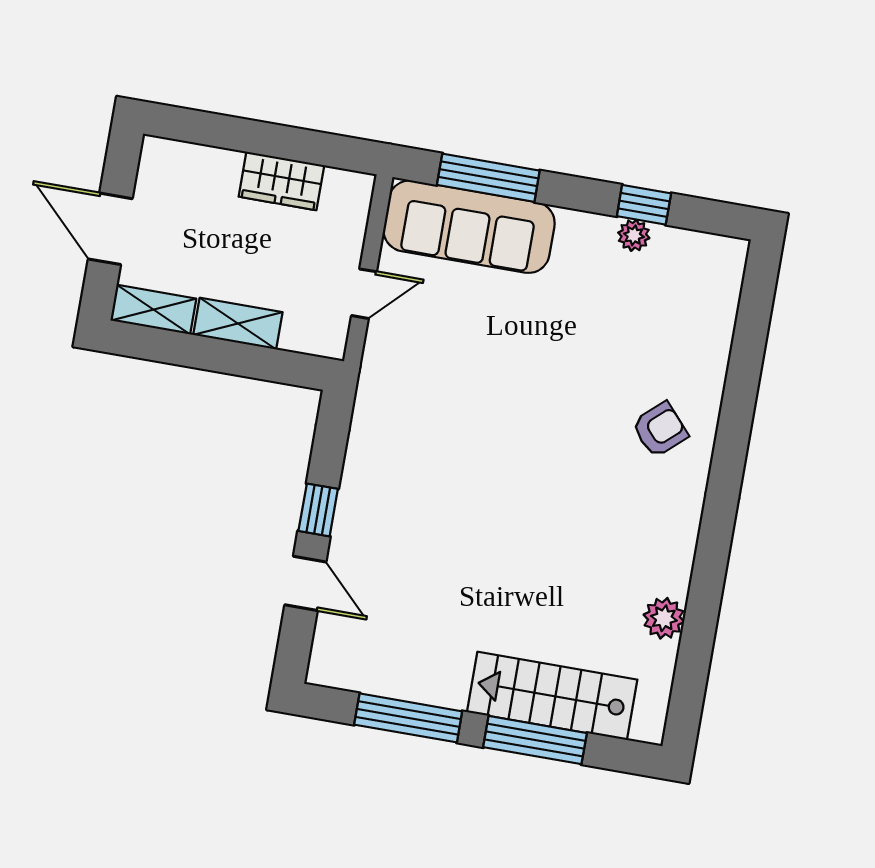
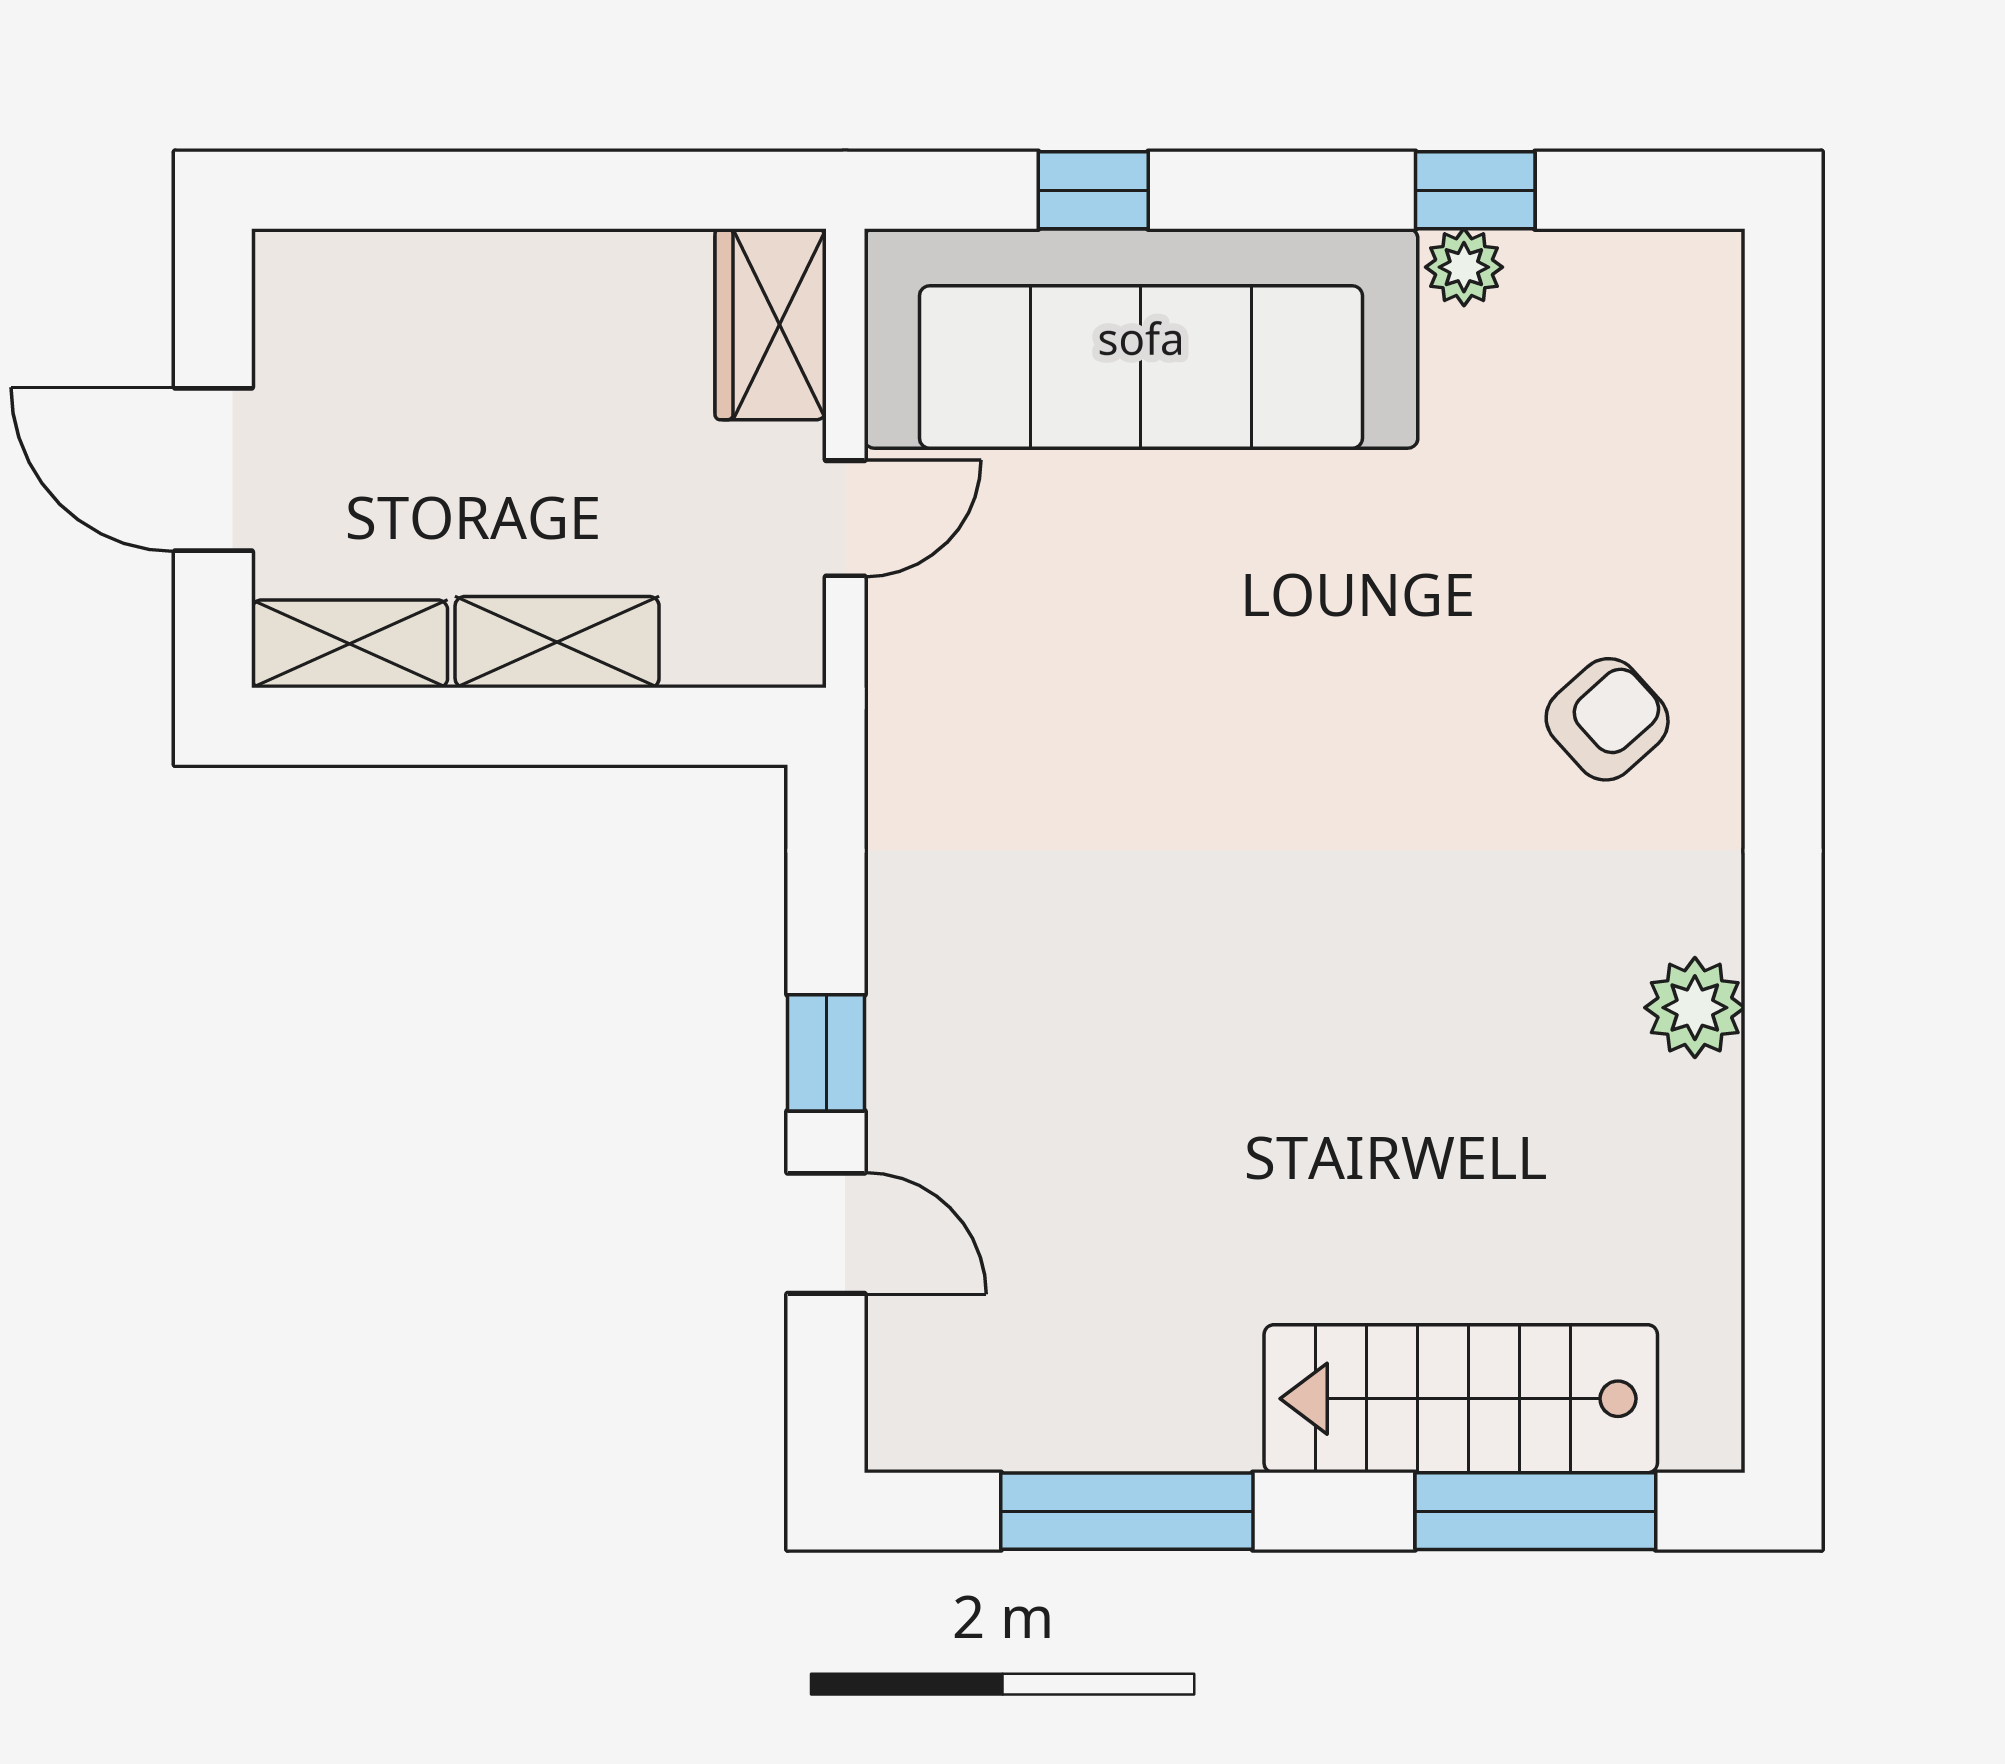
window: (488, 178) -> (1093, 190), width x0.46
wardrobe: (281, 181) -> (771, 324), moved, turned 90
sofa: (469, 227) -> (1141, 338), width x1.36, depth x1.27
plant: (664, 618) -> (1695, 1008), moved
window: (535, 740) -> (1535, 1511), moved

